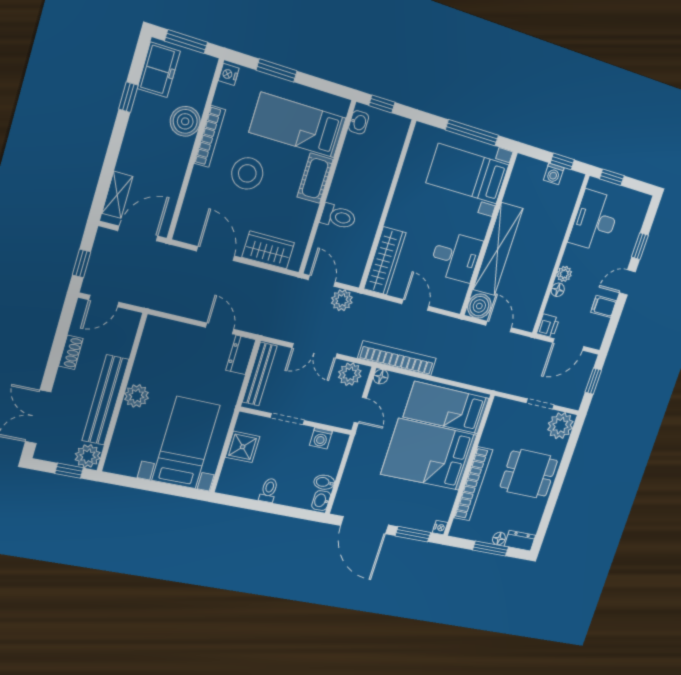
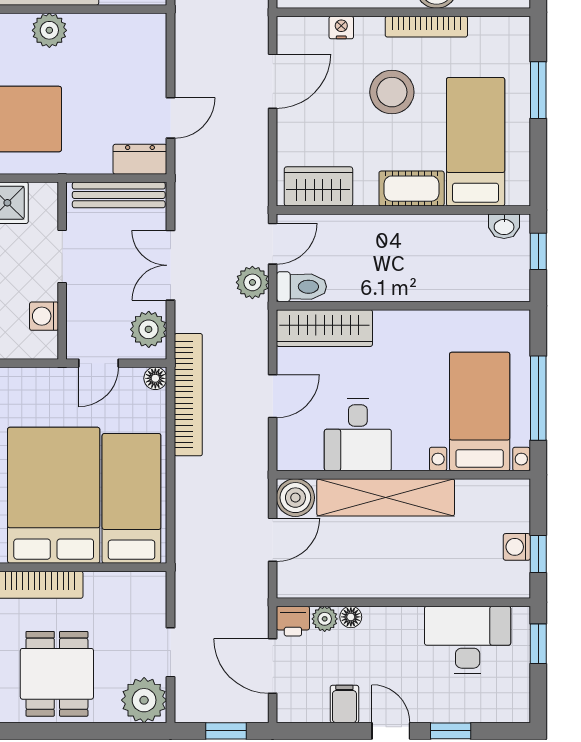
nightstand: (229, 74) -> (341, 28), moved
toilet: (338, 217) -> (301, 287), moved, turned -90
wardrobe: (268, 250) -> (318, 186), moved, turned -90
plant: (564, 274) -> (325, 619), moved

